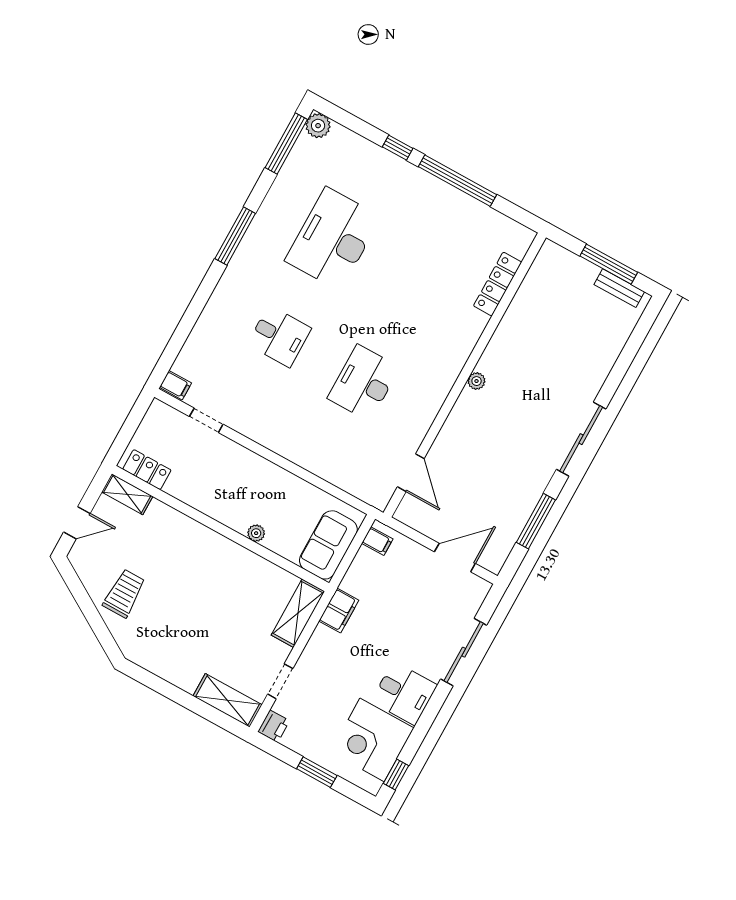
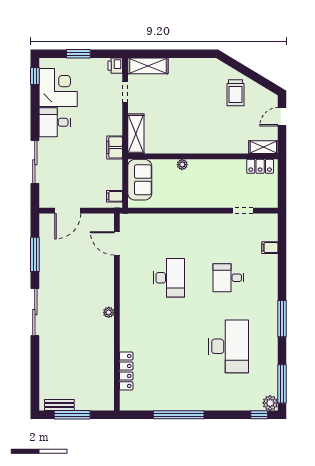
window: (398, 148) -> (259, 415), moved
filing cabinet: (175, 385) -> (270, 248), moved

